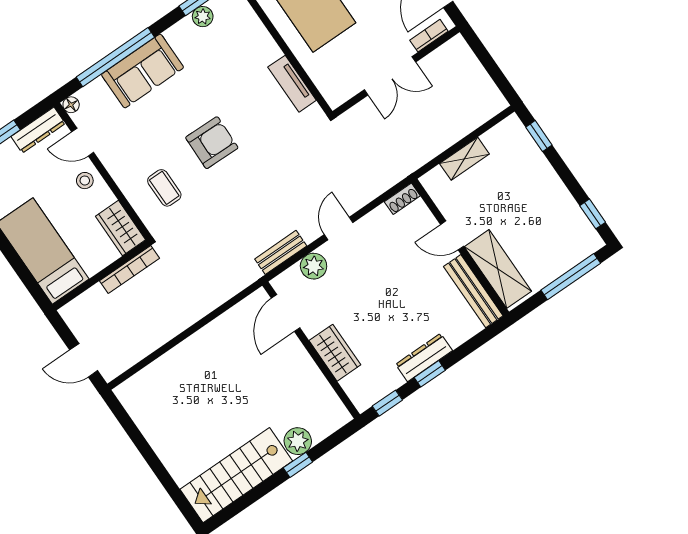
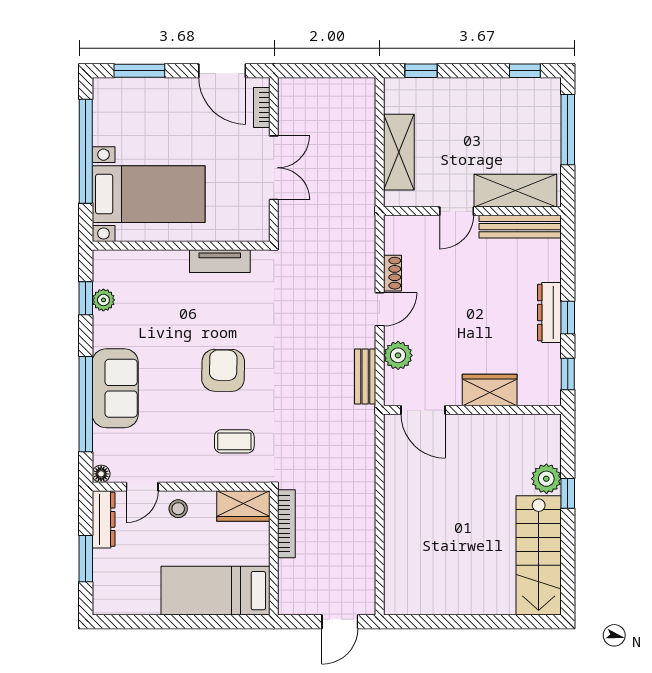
shelving: (464, 159) -> (399, 152), width x1.50, depth x1.33
shoe rack: (402, 199) -> (392, 273), moved
door: (339, 229) -> (380, 309), swing flipped

